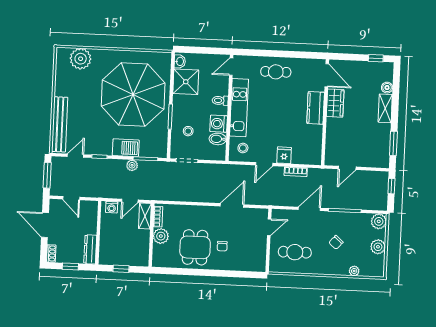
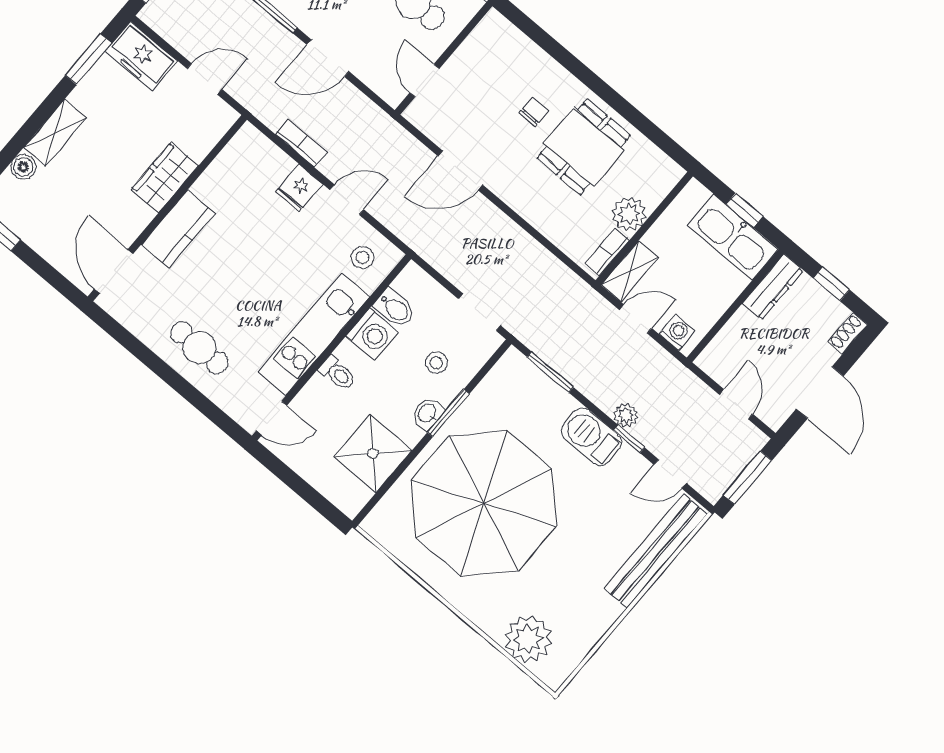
washbasin: (180, 61) -> (428, 413), moved
wardrobe: (335, 103) -> (165, 177), moved
barbecue: (126, 148) -> (591, 437), moved
freezer: (376, 159) -> (141, 56), added
plant: (132, 165) -> (626, 415), moved
door: (269, 227) -> (424, 81), hinge flipped
kitchen sink: (118, 256) -> (733, 237), added

